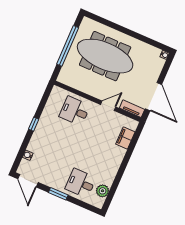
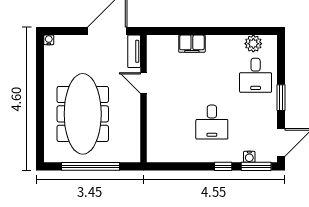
desk: (75, 111) -> (212, 122), moved
window: (34, 124) -> (223, 166), moved
filing cabinet: (125, 138) -> (192, 44), moved
window: (19, 157) -> (256, 166), added

